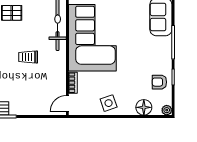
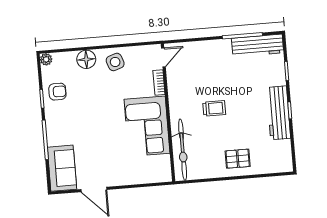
corner sofa: (92, 38) -> (147, 126), width x0.73, depth x0.74
floor lamp: (144, 107) -> (86, 59), moved

